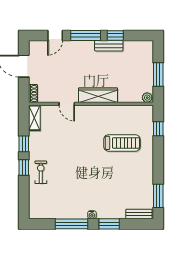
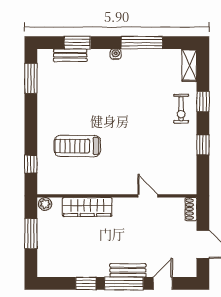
bench: (109, 46) -> (128, 270), moved
wardrobe: (98, 95) -> (87, 207), moved
shelving: (34, 118) -> (189, 65), moved
window: (24, 167) -> (203, 102), moved
bench: (139, 214) -> (70, 55), moved
window: (109, 224) -> (77, 43), moved

